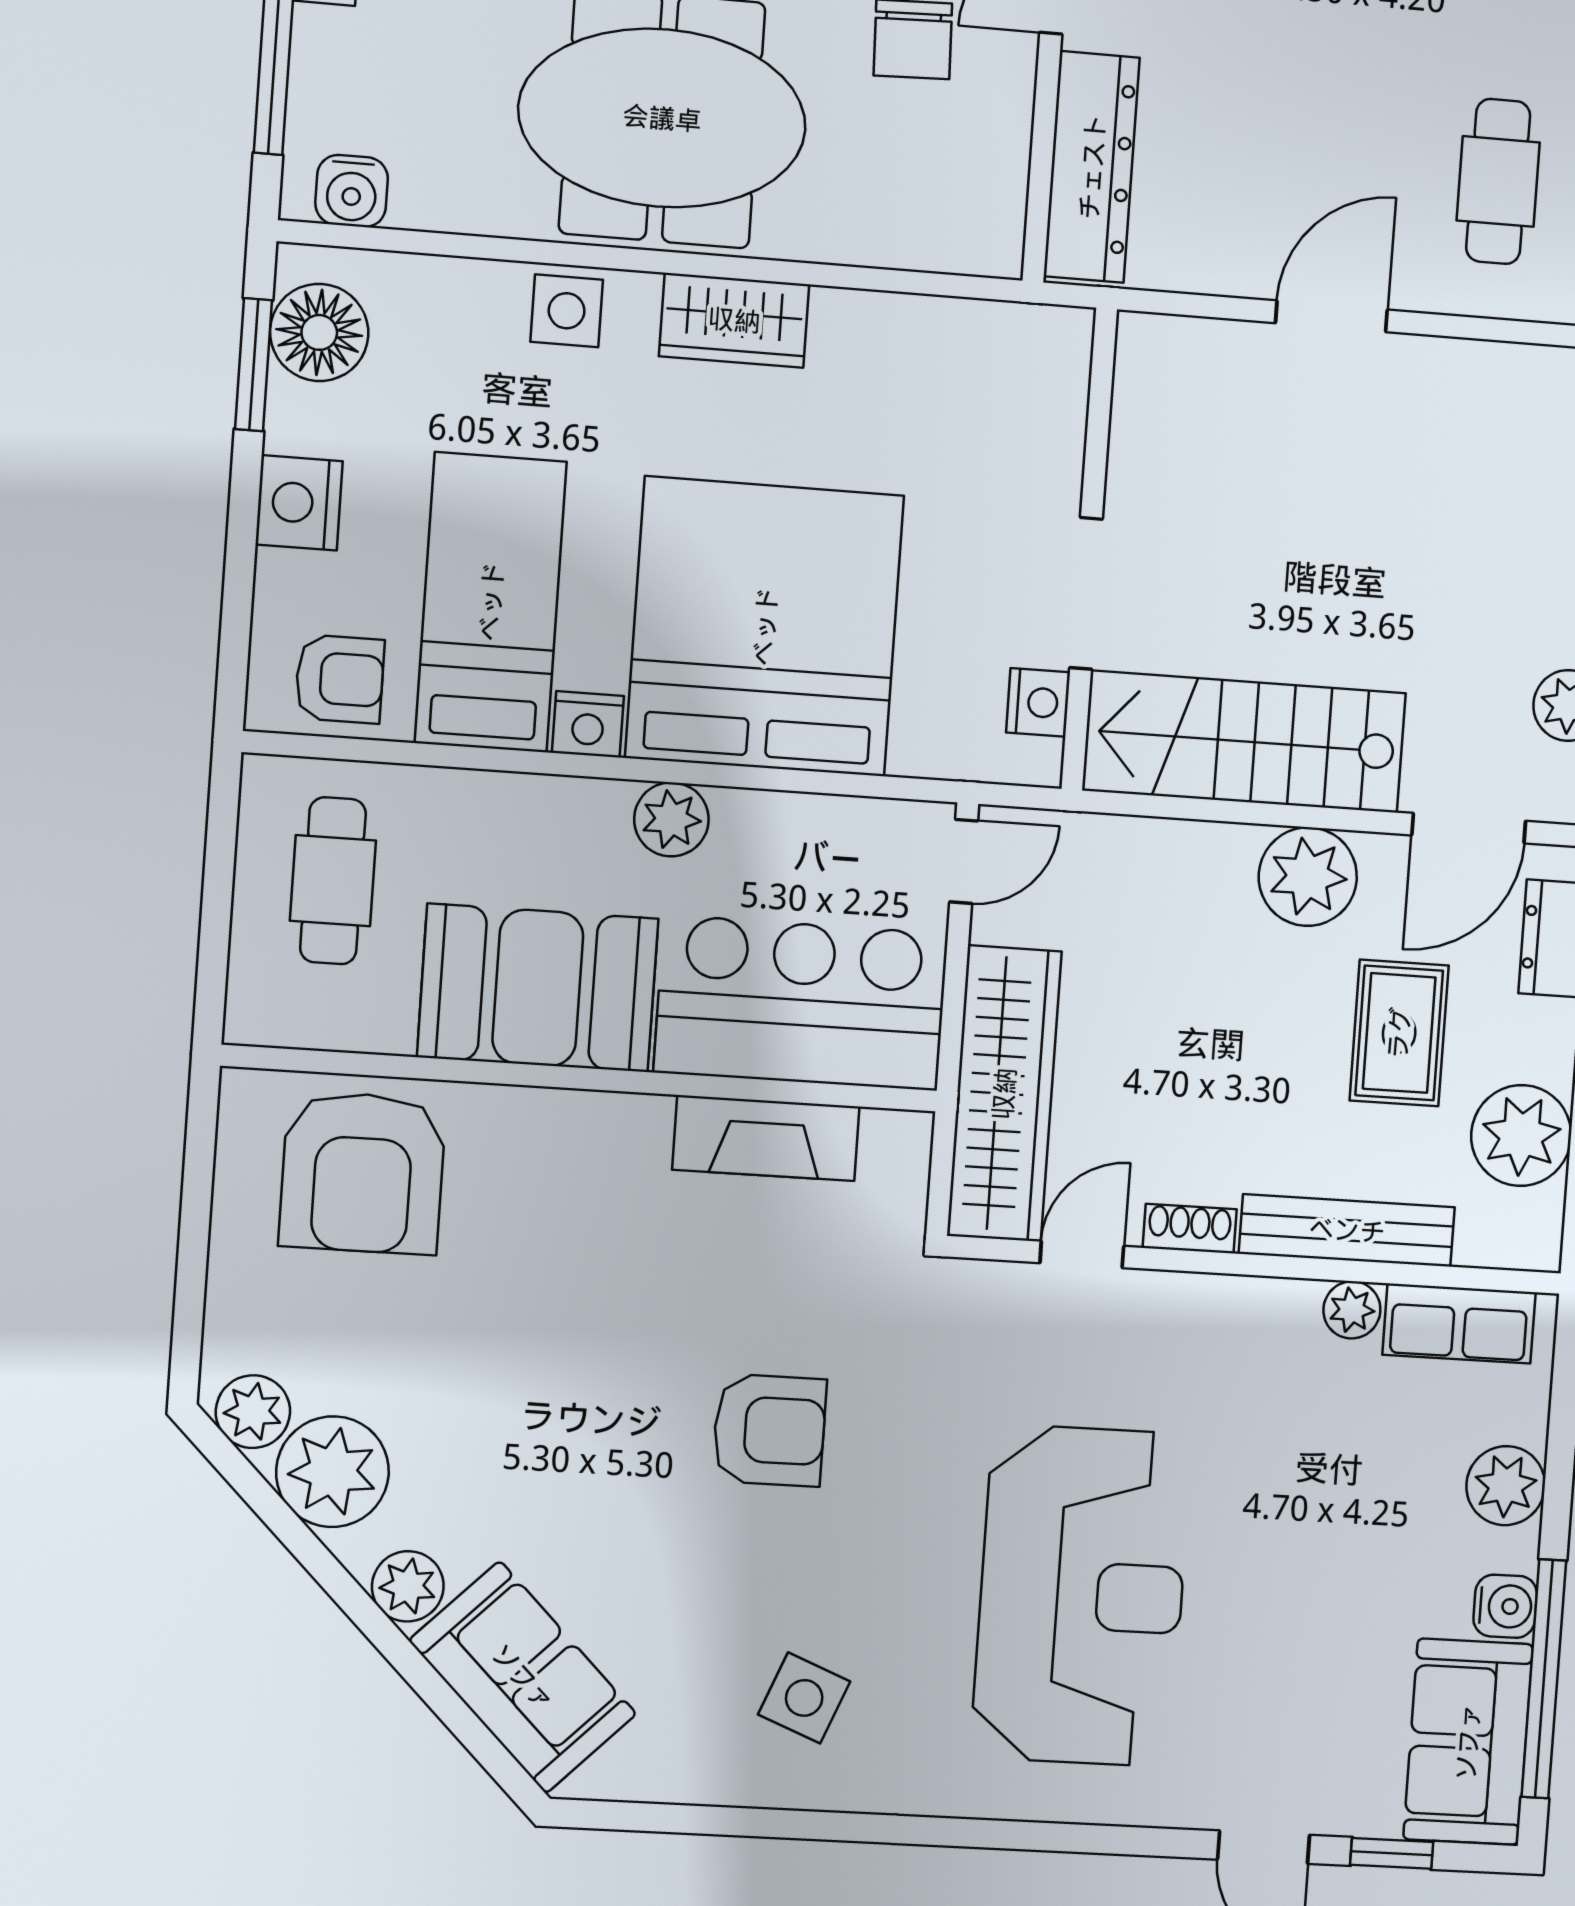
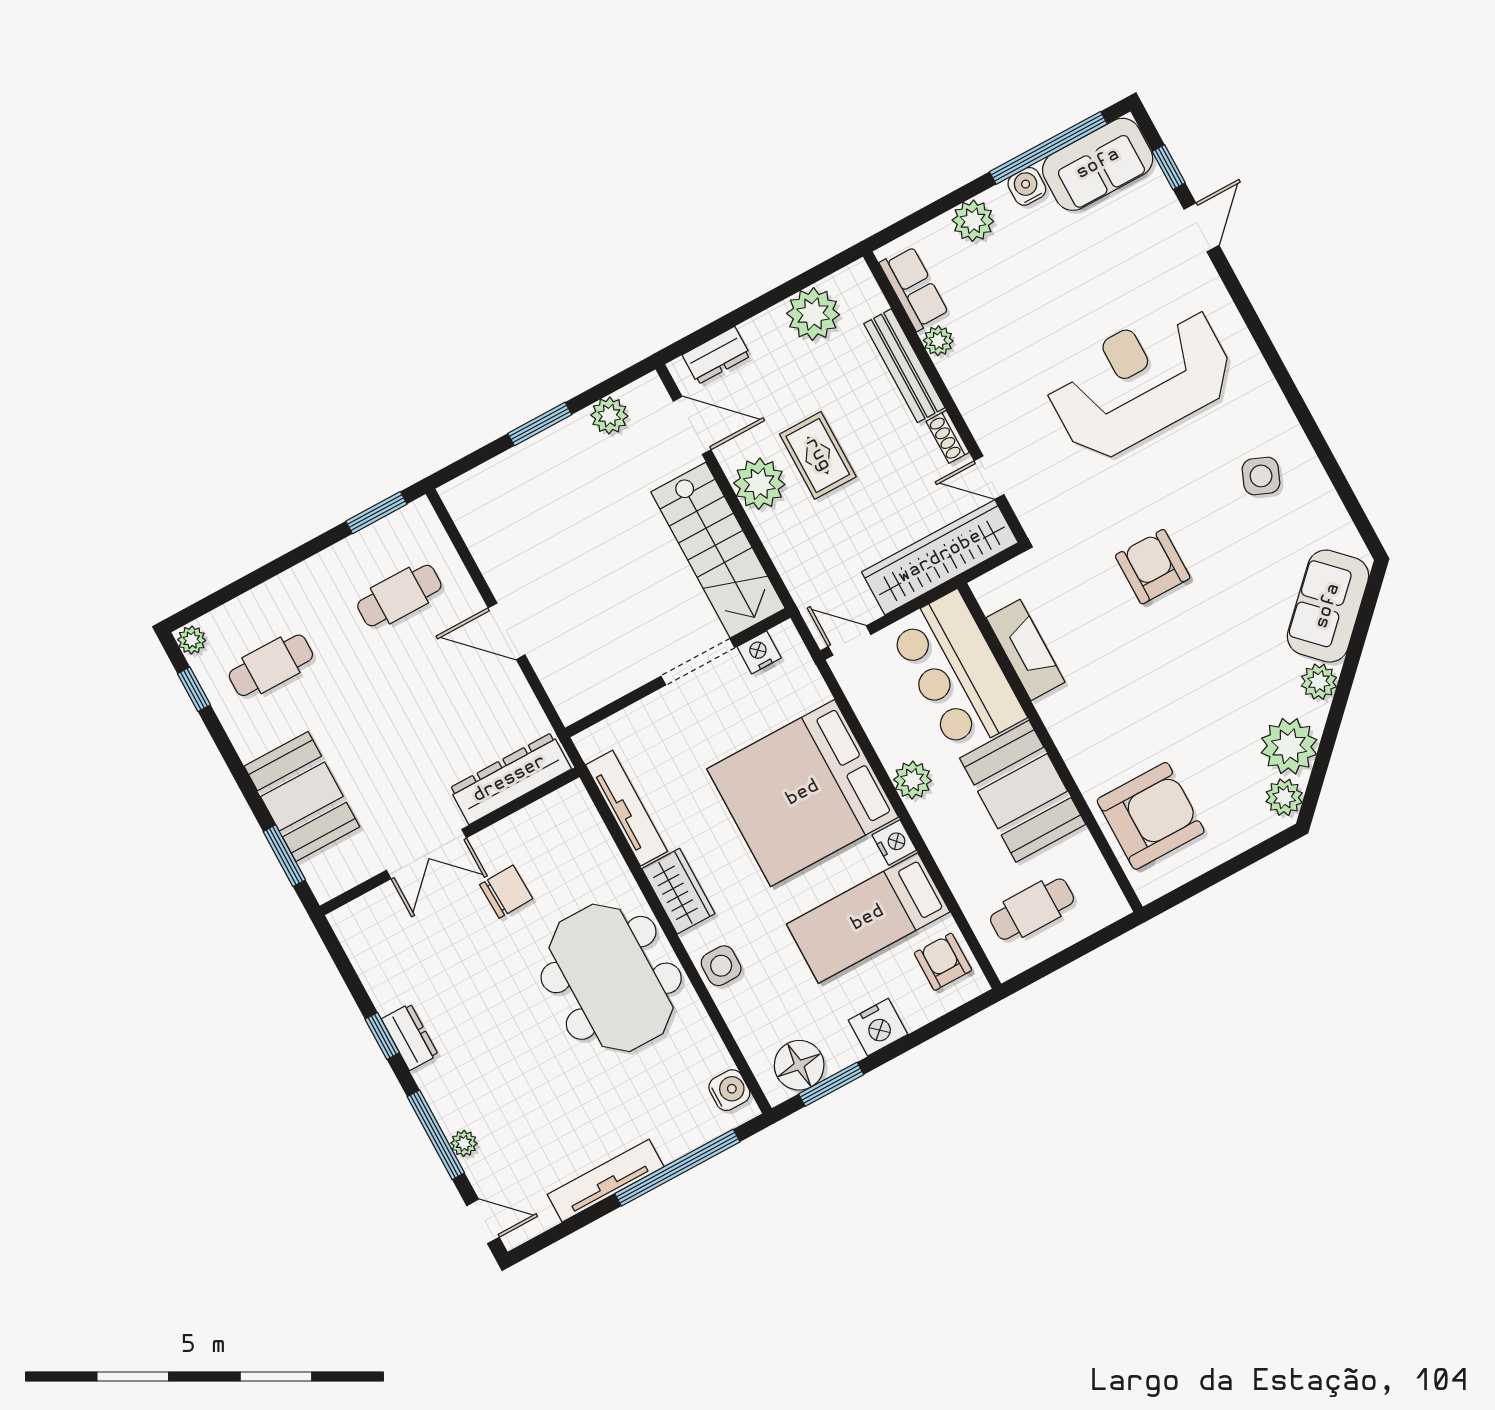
tv unit: (923, 324) -> (626, 808), added
rug: (1399, 1033) -> (818, 455), moved, turned 90

